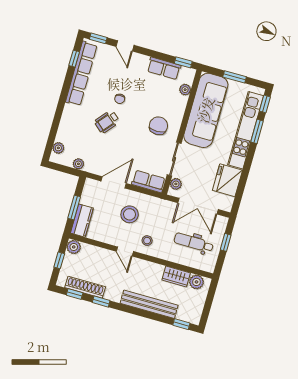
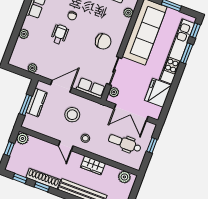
wheelchair: (107, 122) -> (60, 34), turned 140
chair: (158, 126) -> (103, 41), turned 91
plant: (58, 148) -> (24, 34), moved
kitchen counter: (82, 221) -> (37, 103), moved
wardrobe: (176, 276) -> (93, 165), moved
shoe rack: (85, 287) -> (43, 179), moved

